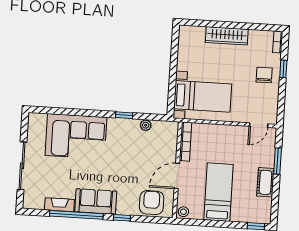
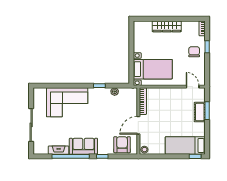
door: (259, 125) -> (193, 87), swing flipped
cot: (265, 182) -> (200, 112), moved
bed: (219, 192) -> (185, 145), moved, turned -90

